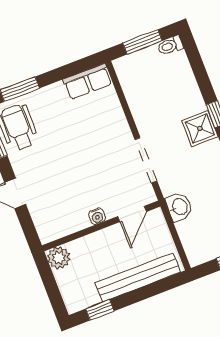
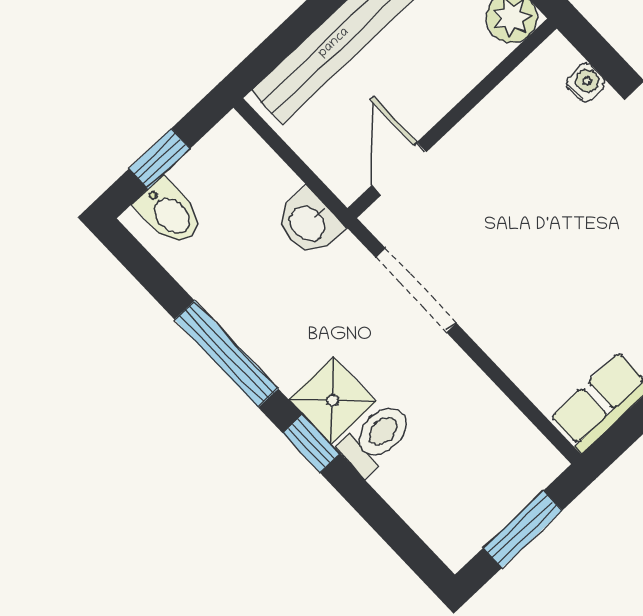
toilet: (170, 46) -> (376, 438), moved, width x1.37, depth x1.39
water cooler: (97, 216) -> (586, 83), moved, turned 90

